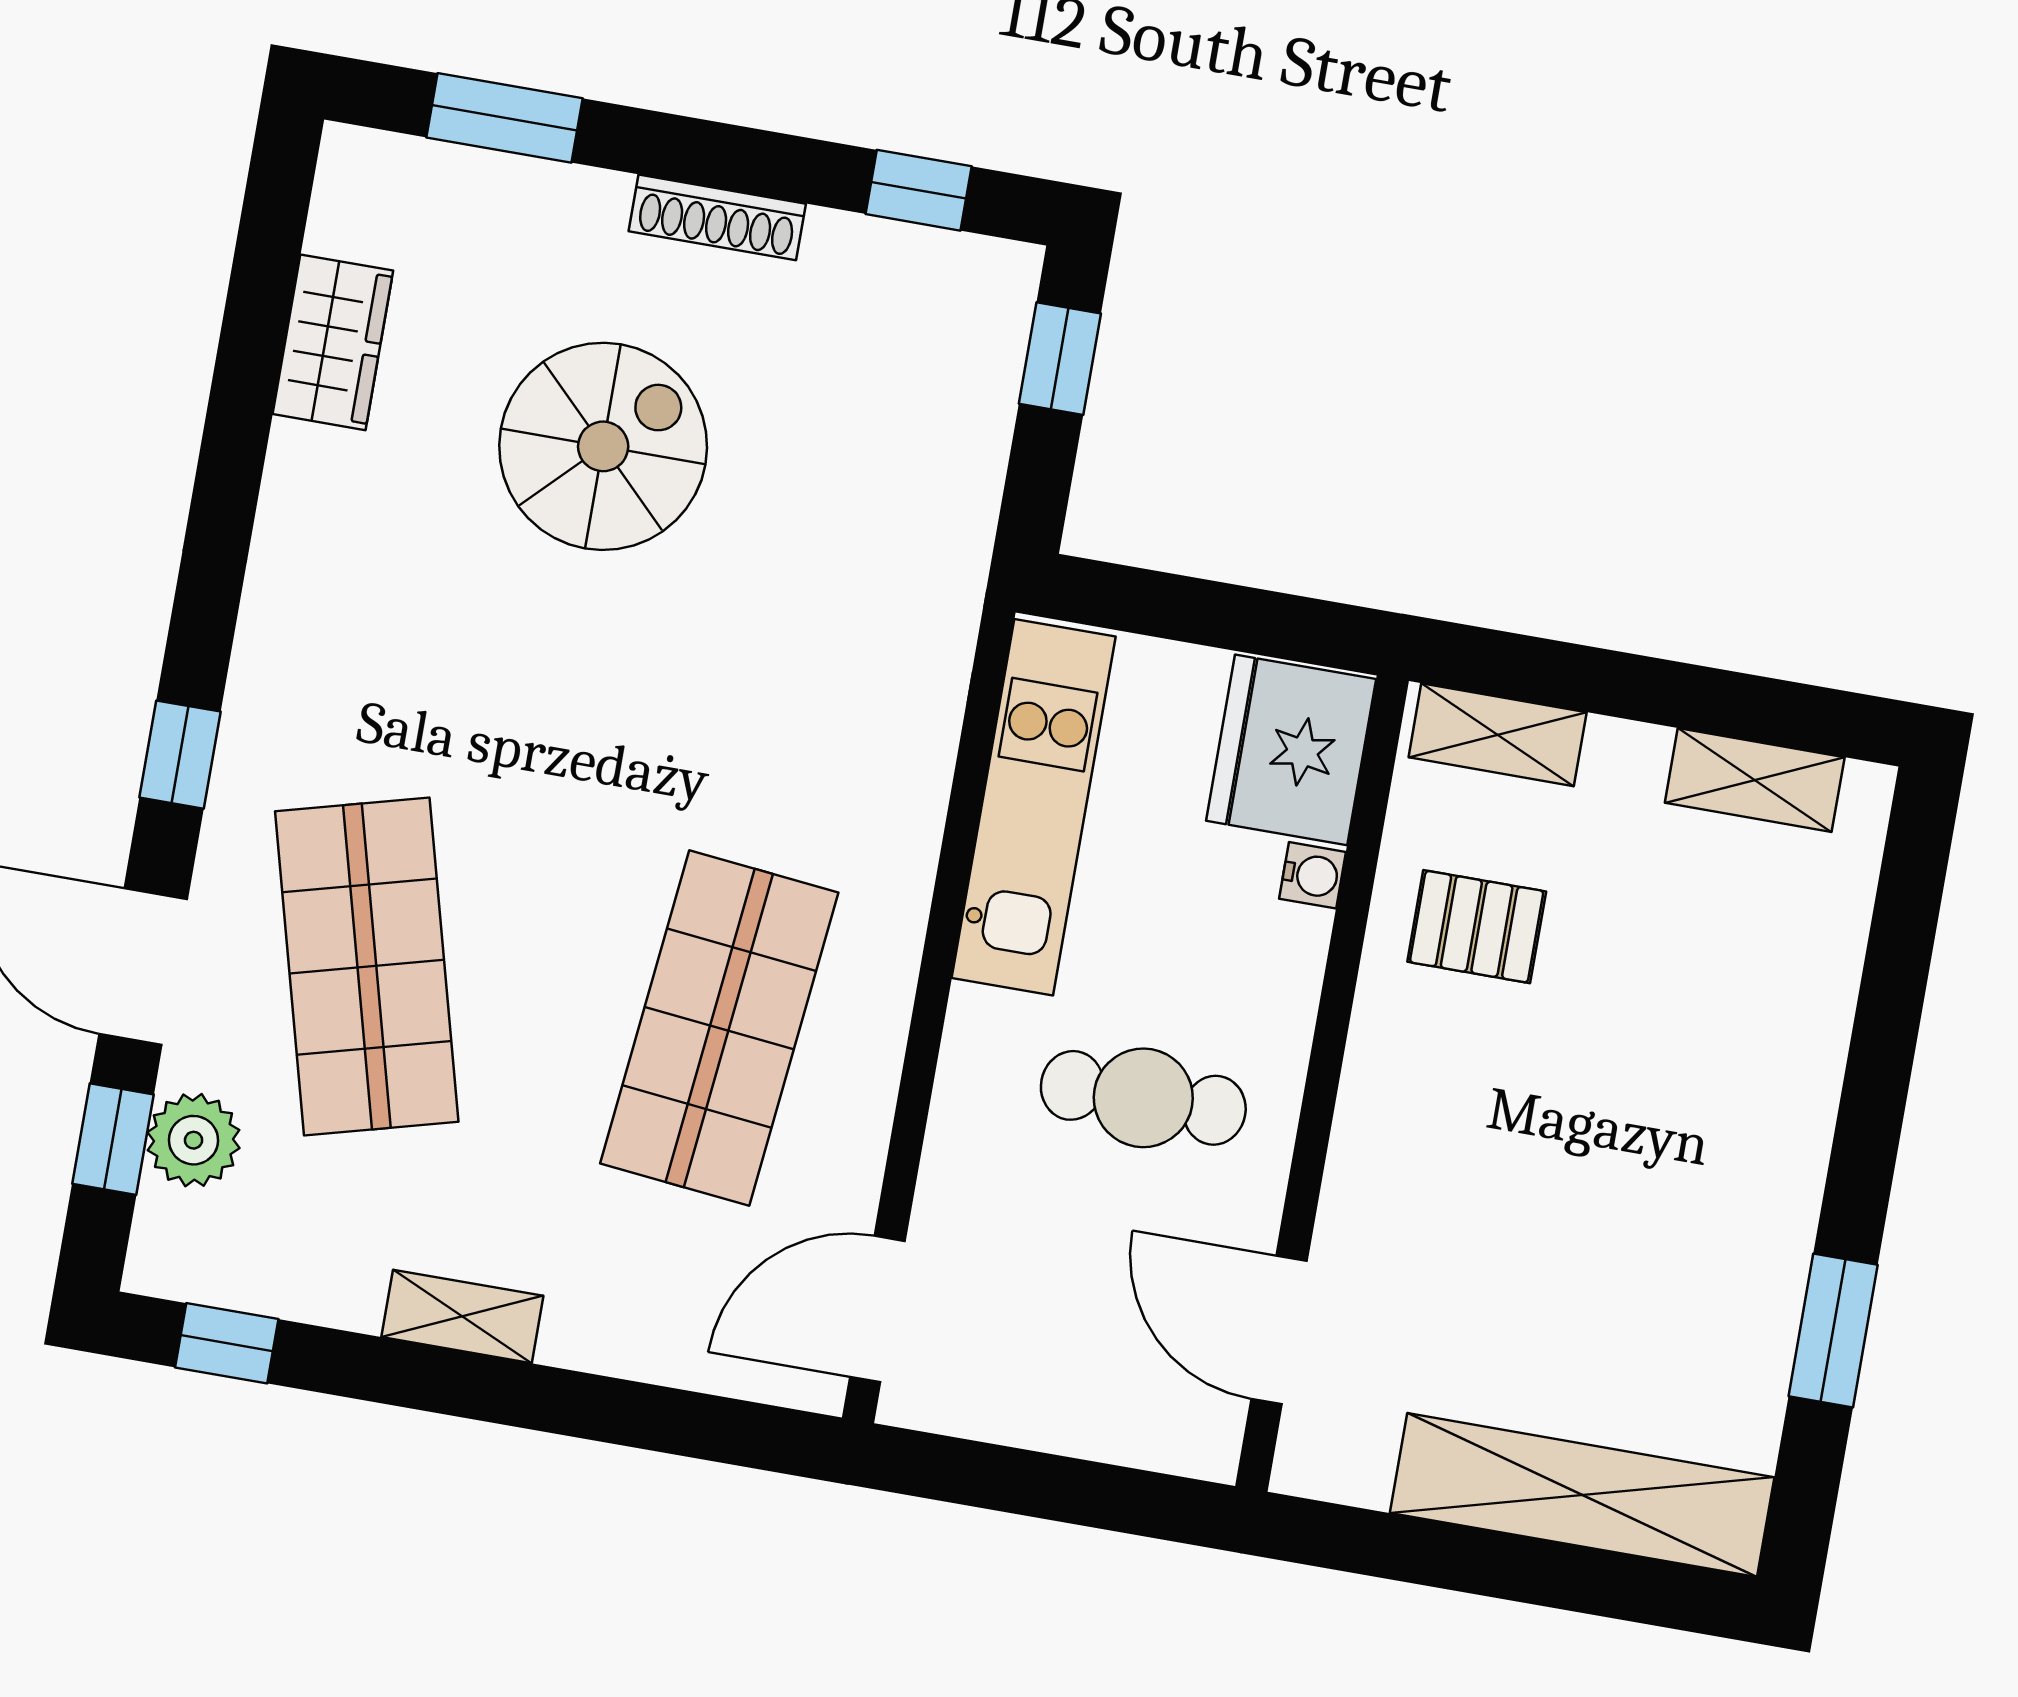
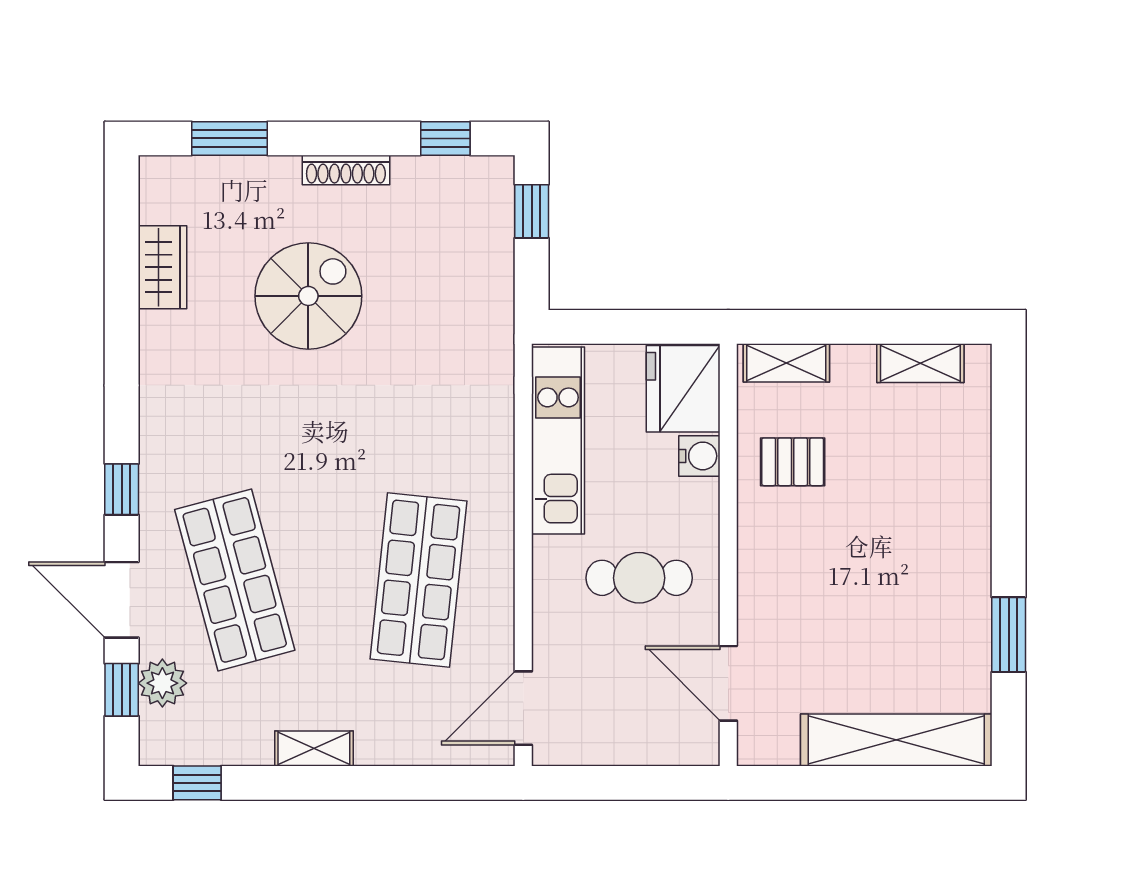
water cooler: (1313, 875) -> (699, 456), width x1.38, depth x1.38

